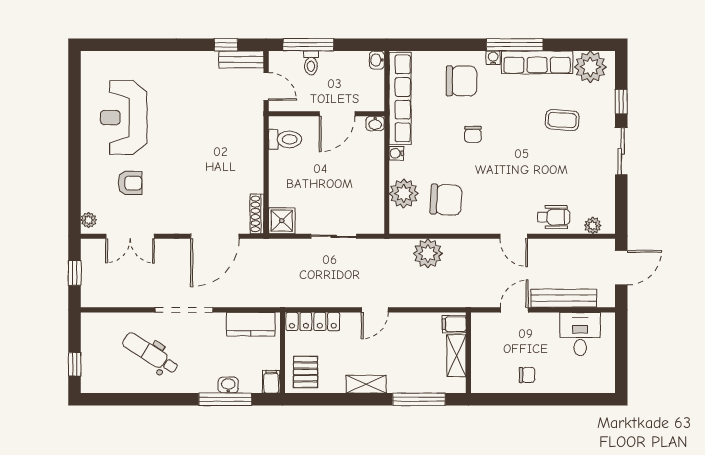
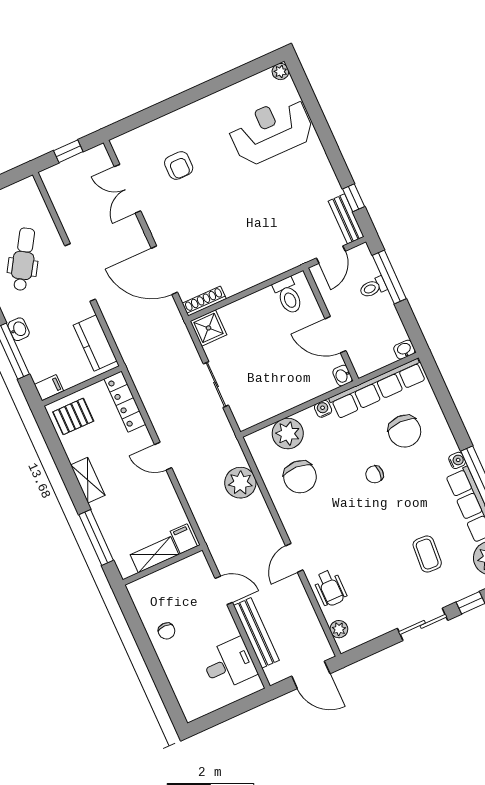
chair: (461, 81) -> (405, 431), moved
reception desk: (124, 118) -> (271, 131), moved
plant: (89, 220) -> (280, 72), moved
washbasin: (228, 385) -> (19, 329), moved

